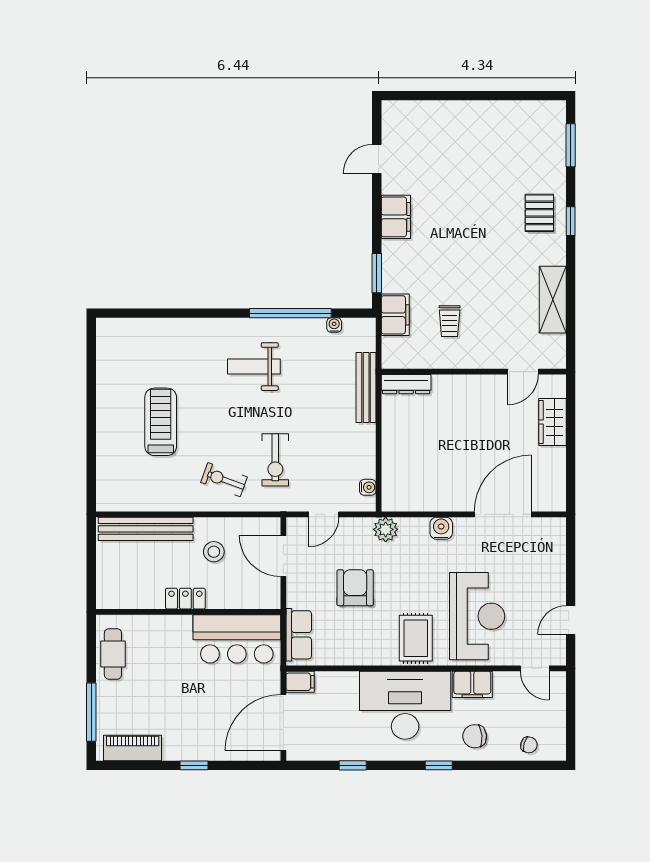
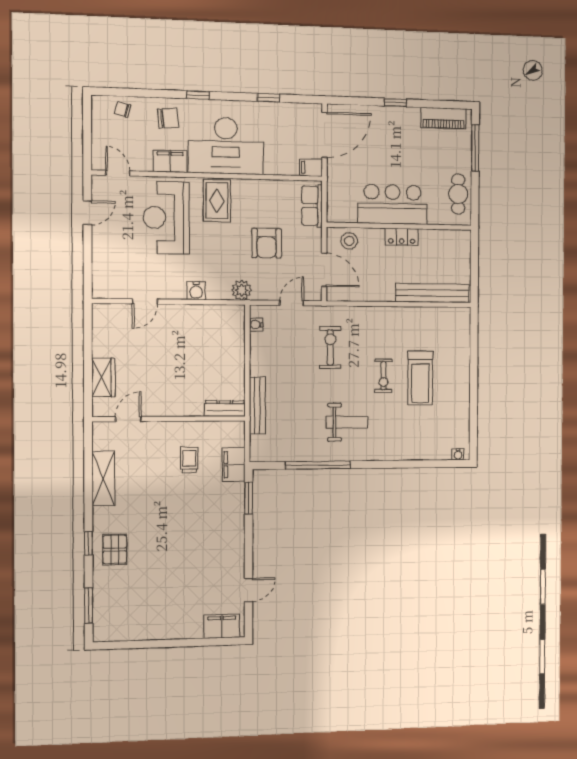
filing cabinet: (396, 217) -> (222, 626), moved, turned 90
water cooler: (334, 325) -> (458, 454), moved
exercise bike: (224, 480) -> (383, 376), moved, turned 70
door: (503, 514) -> (145, 301), width x0.53
stool: (214, 552) -> (349, 241), moved
bar counter: (237, 639) -> (393, 204), moved

